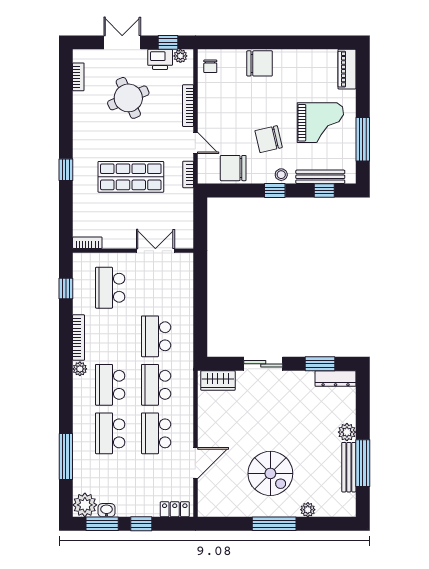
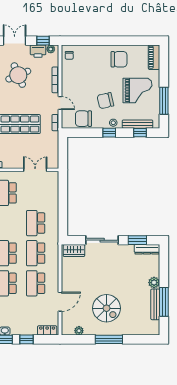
chair: (260, 63) -> (119, 59), moved
sliding door: (263, 364) -> (102, 240), width x1.37
plant: (308, 510) -> (79, 331), moved

